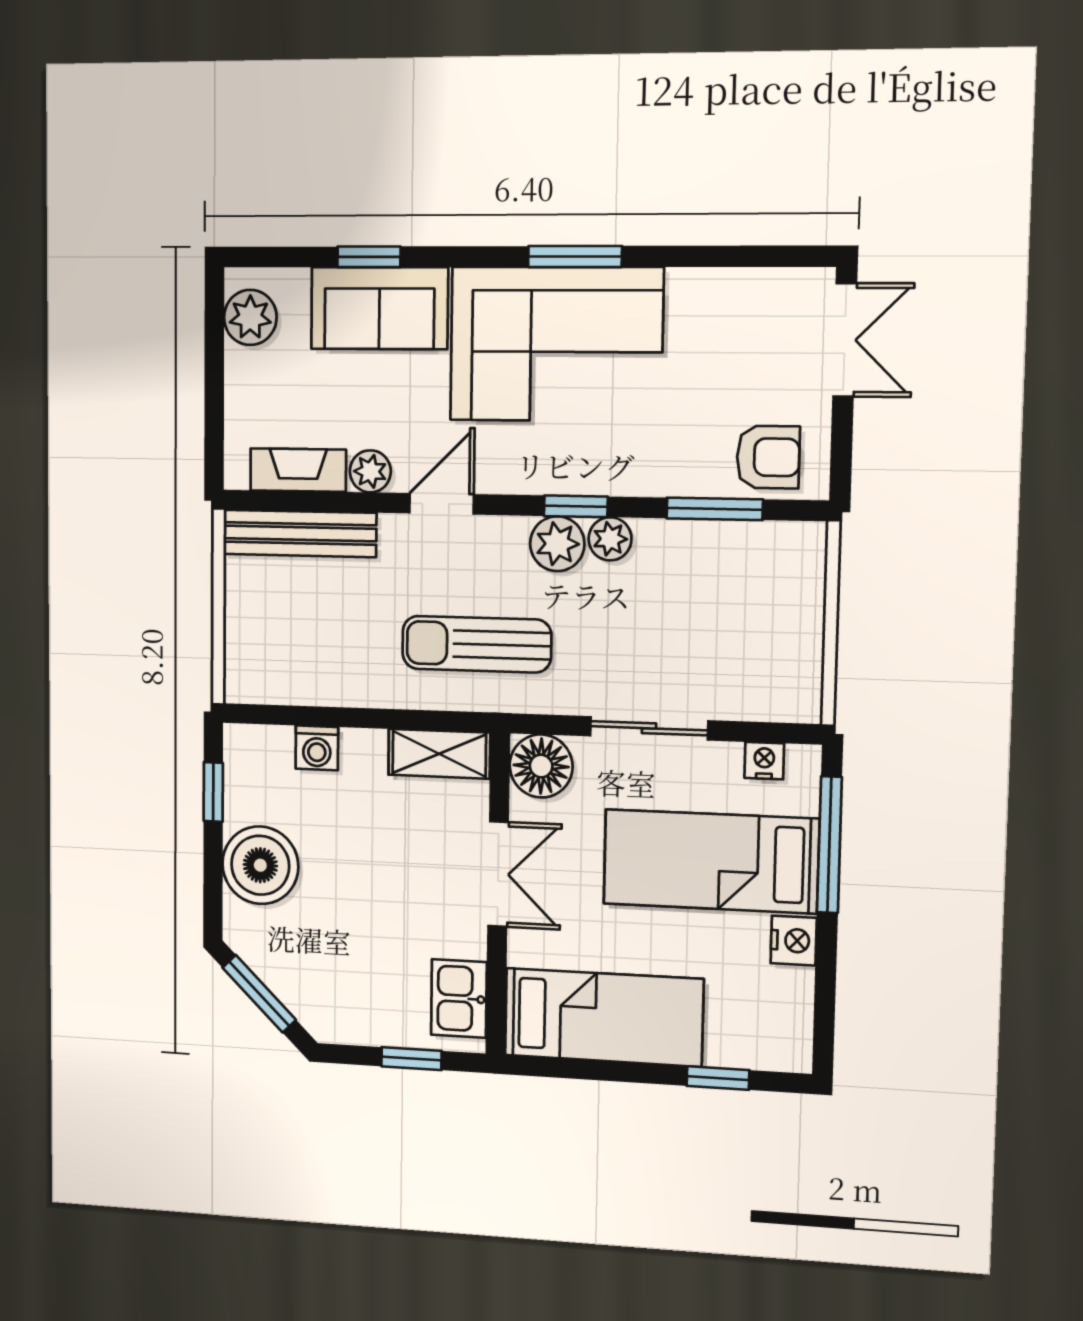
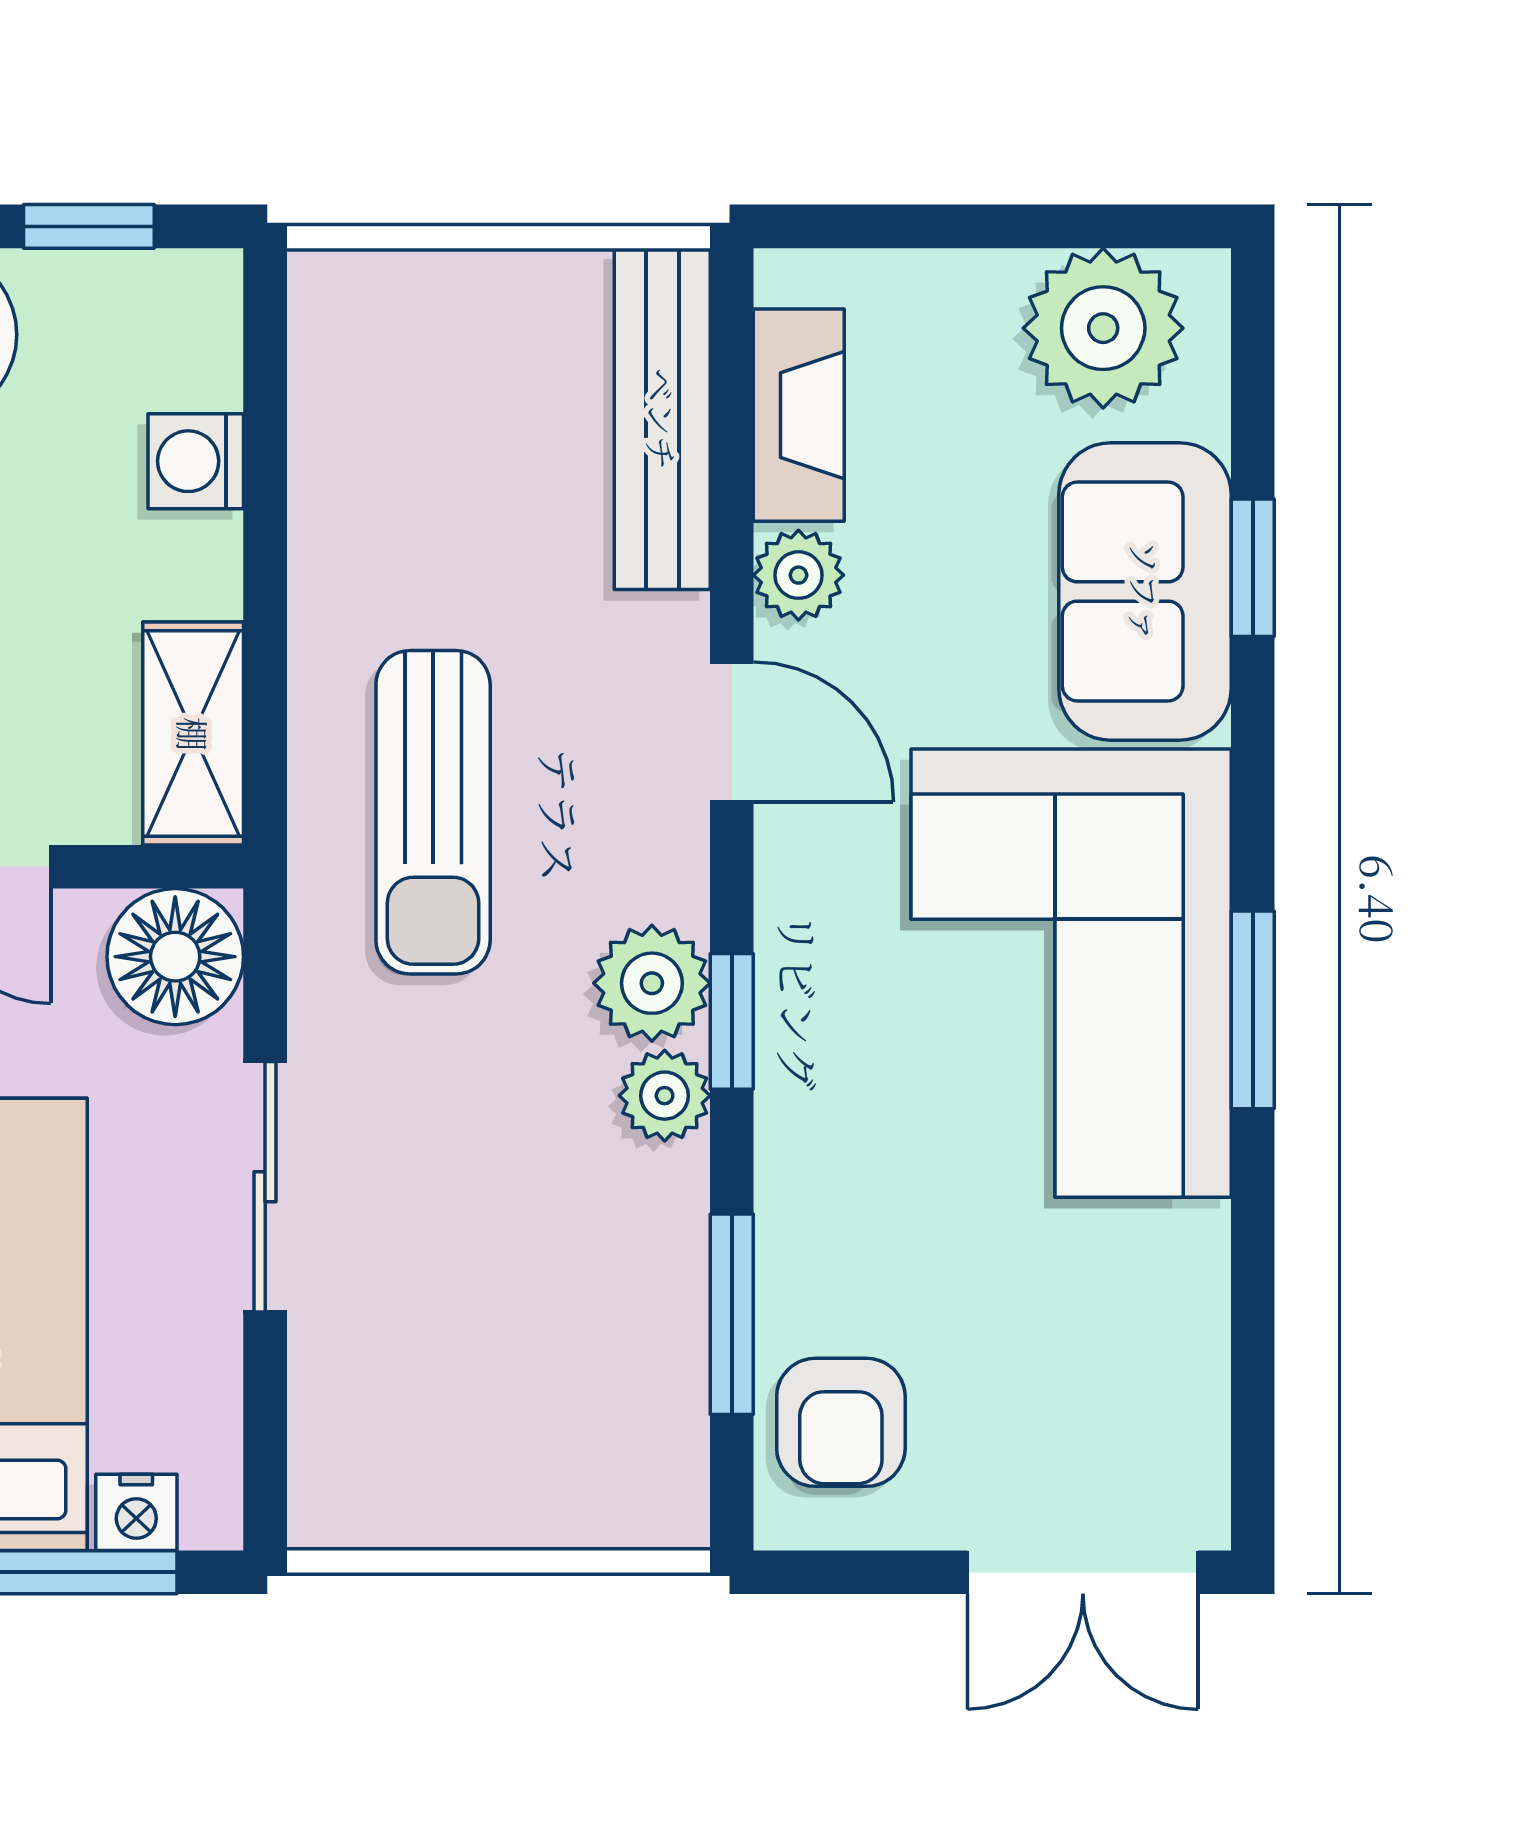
plant: (250, 317) -> (1103, 328), width x1.36, depth x1.36
sun lounger: (477, 644) -> (433, 812), turned 180
nightstand: (764, 761) -> (136, 1512), moved, turned 90

